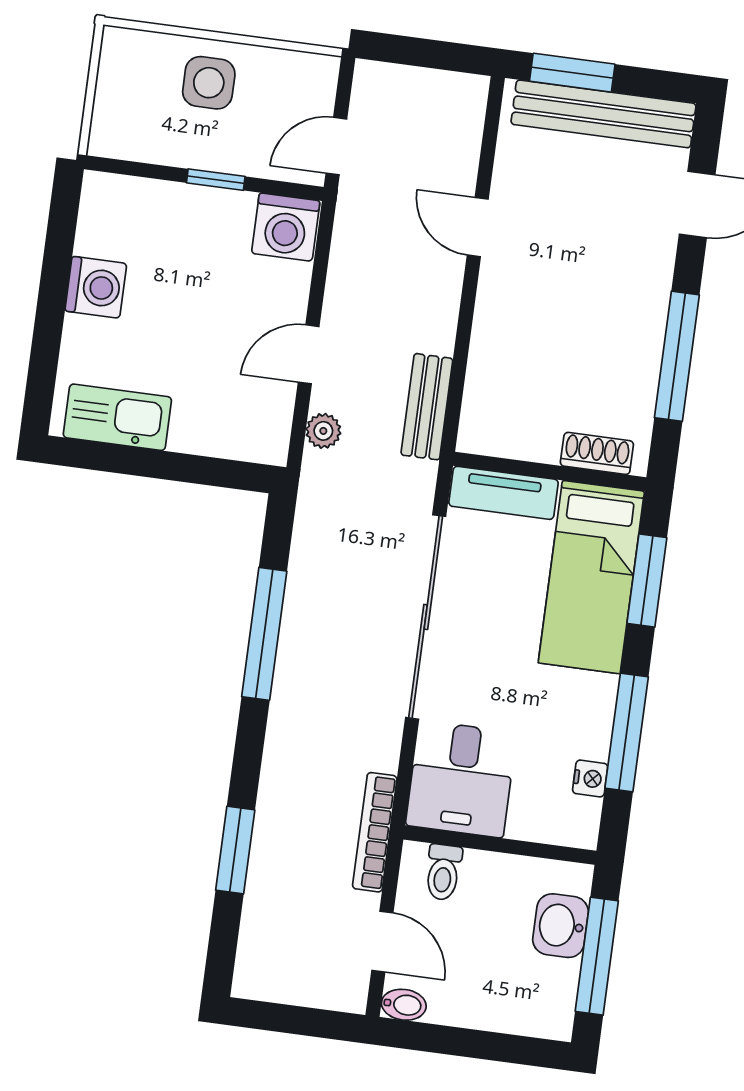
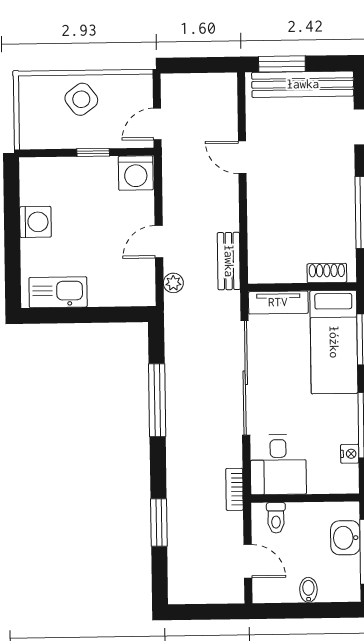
side table: (209, 83) -> (81, 99), turned -37
bookcase: (375, 832) -> (234, 489), width x0.64
bidet: (404, 1005) -> (308, 590), moved, turned -90

